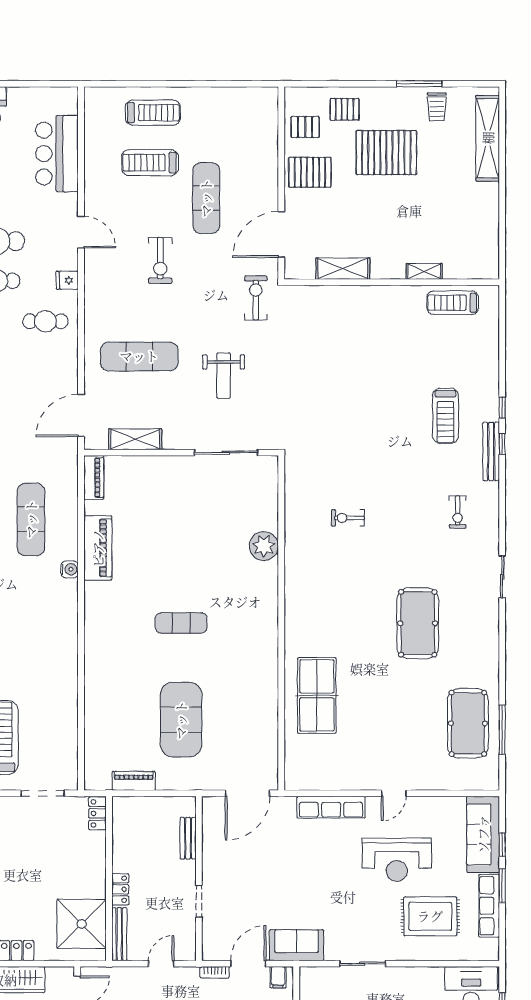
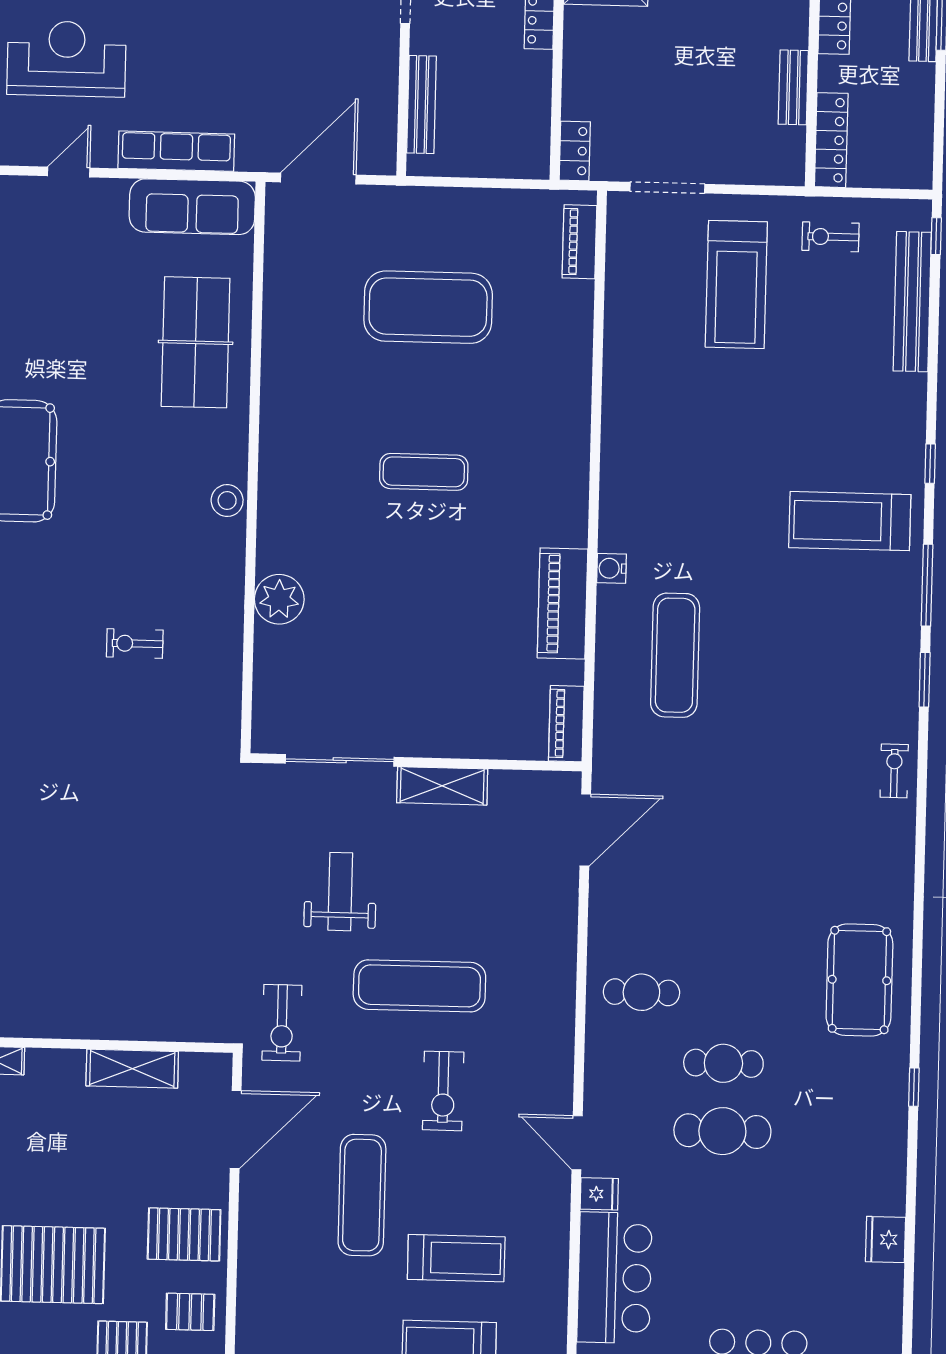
exercise bike: (160, 260) -> (443, 1091), turned 180
fridge: (67, 280) -> (599, 1194), moved
exercise mat: (139, 356) -> (419, 986), moved
shelving: (135, 439) -> (442, 786), moved
exercise bike: (348, 518) -> (135, 643), turned 180
stool: (296, 603) -> (227, 501), added
exercise mat: (181, 720) -> (428, 307), turned 90
sofa: (321, 775) -> (192, 207), added
piano: (134, 781) -> (579, 242), moved, turned 90
bench: (188, 838) -> (421, 105), width x1.36

